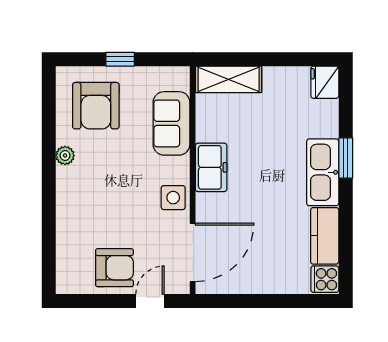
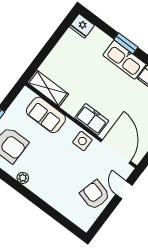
shelving: (229, 79) -> (48, 88), moved, turned 90
freezer: (211, 167) -> (92, 119), moved
armchair: (114, 268) -> (95, 195), turned -75

